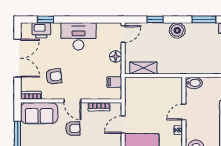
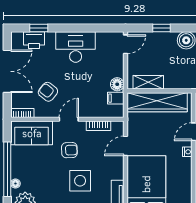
floor lamp: (116, 56) -> (117, 84), moved
armchair: (54, 76) -> (48, 92), turned -134
wardrobe: (151, 86) -> (157, 102), added
door: (72, 101) -> (69, 119), swing flipped

